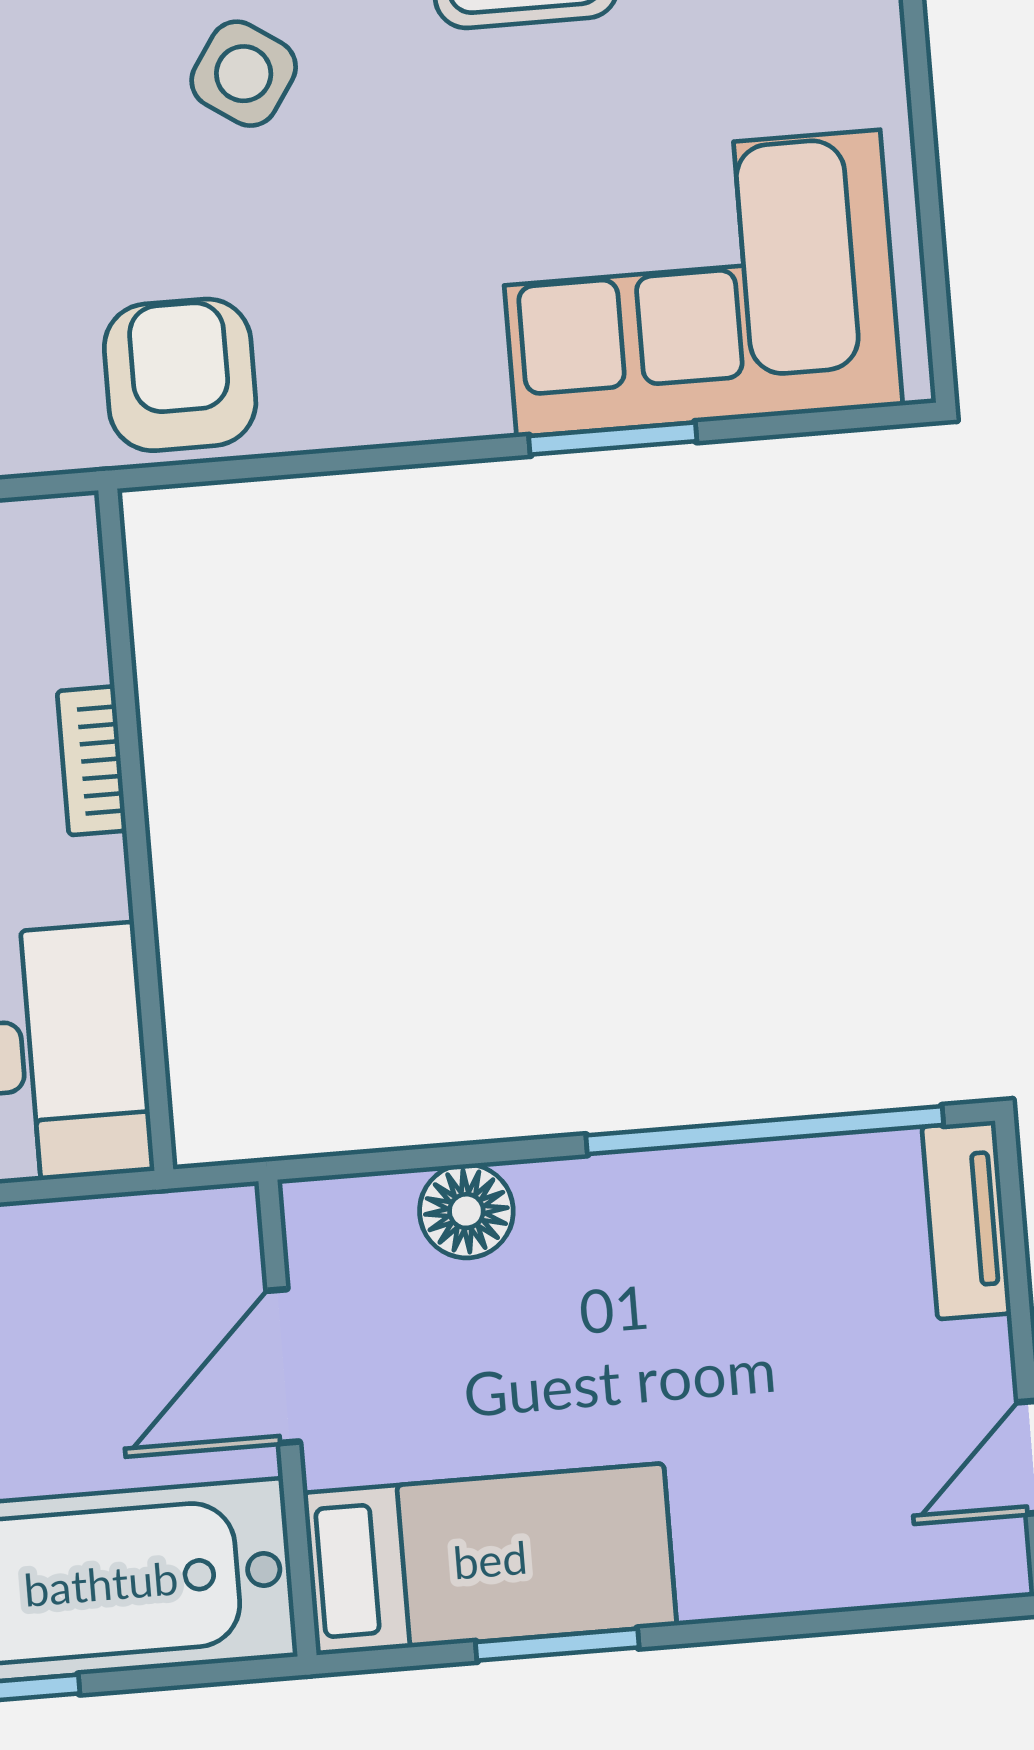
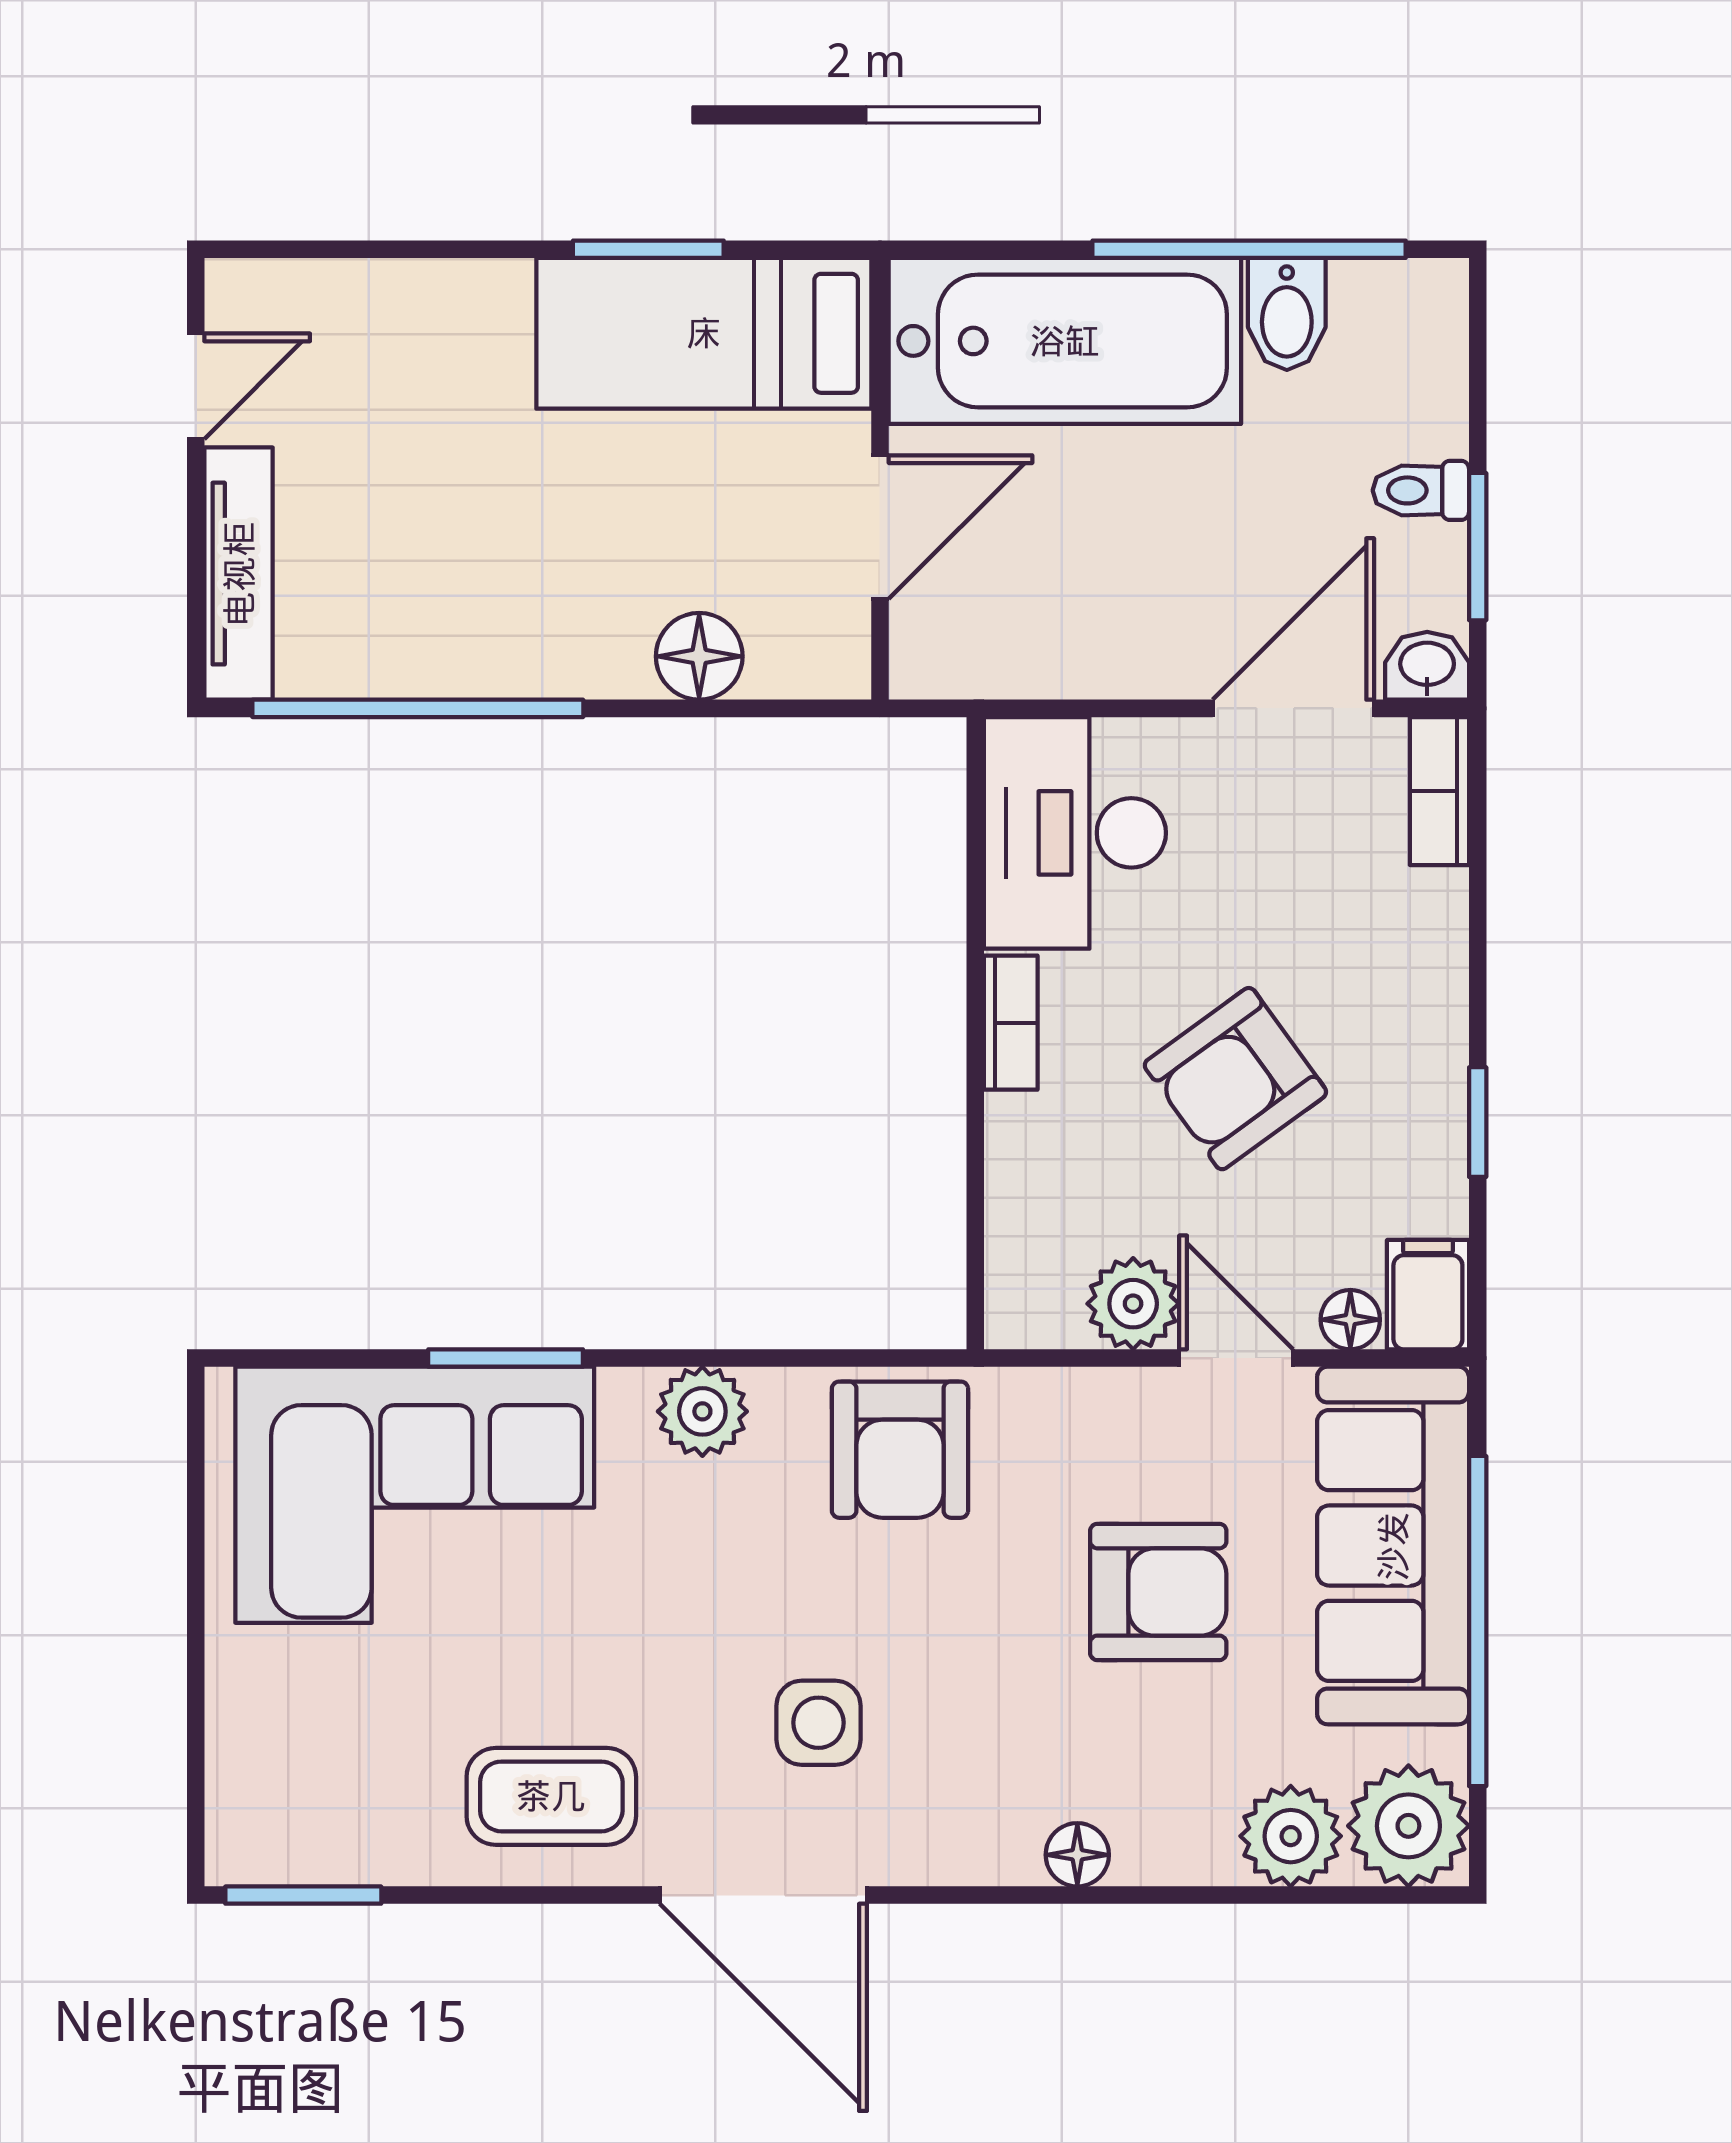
side table: (244, 74) -> (818, 1723), turned -34
plant: (396, 399) -> (702, 1411), added
bookcase: (92, 761) -> (1011, 1023), moved
tv unit: (966, 1220) -> (239, 574), width x1.41

